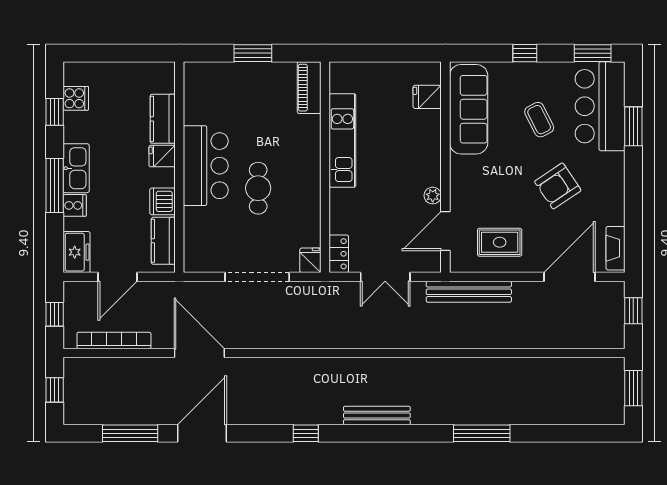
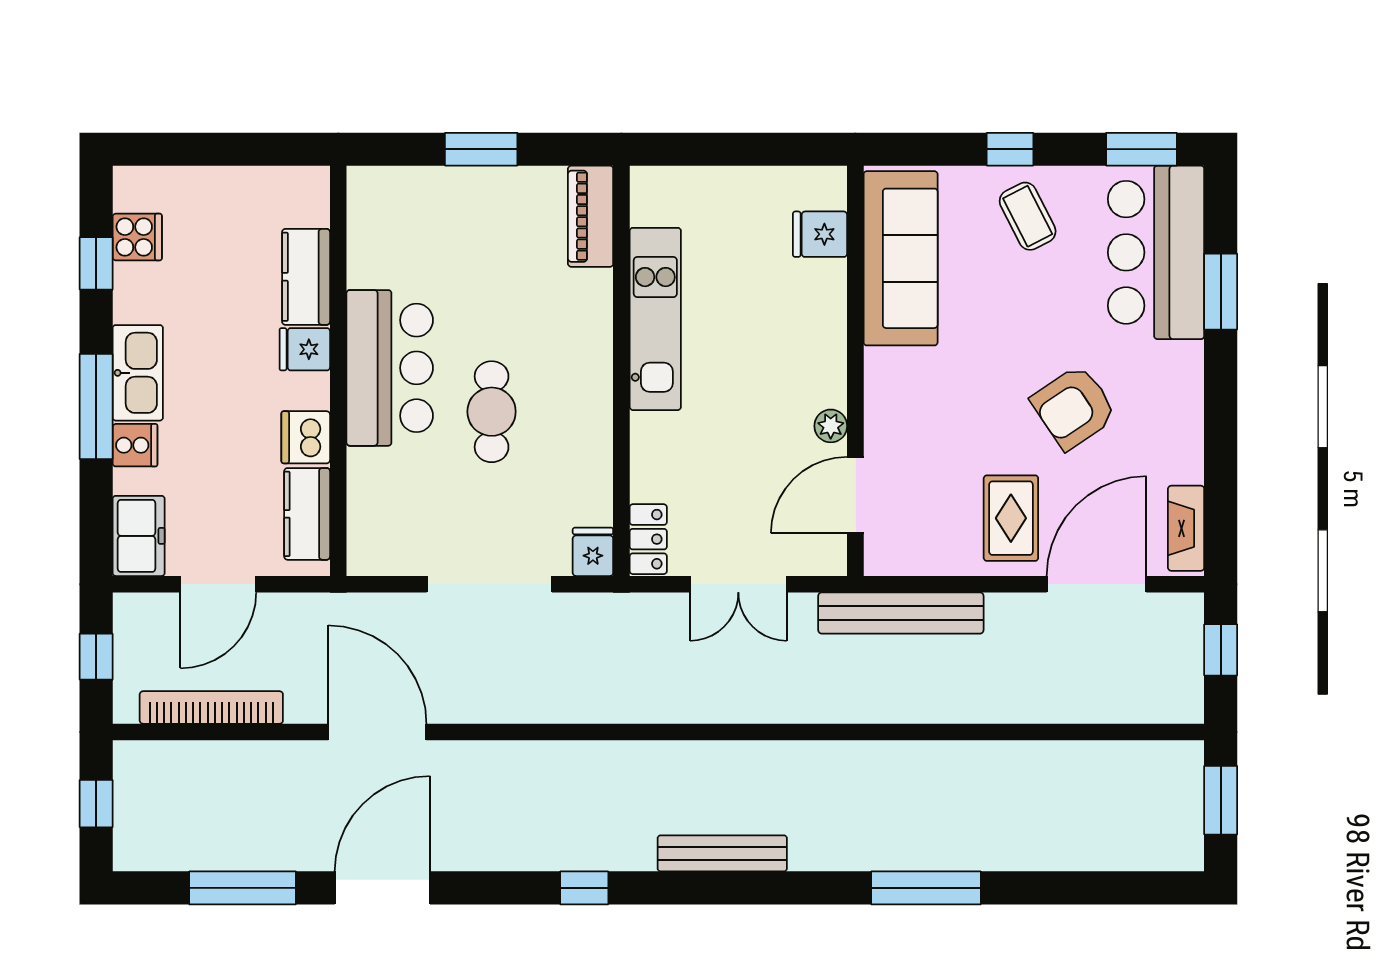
coffee table: (539, 120) -> (1028, 216), moved
rug: (500, 242) -> (1011, 518), moved, turned 90

